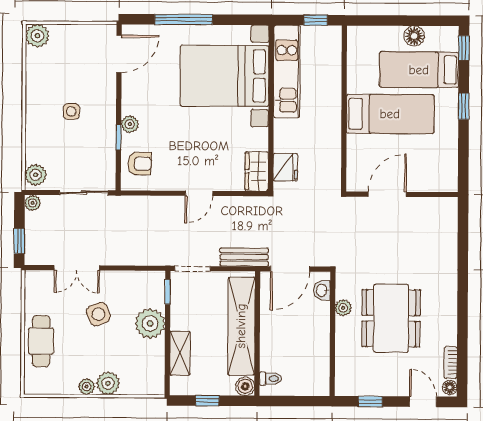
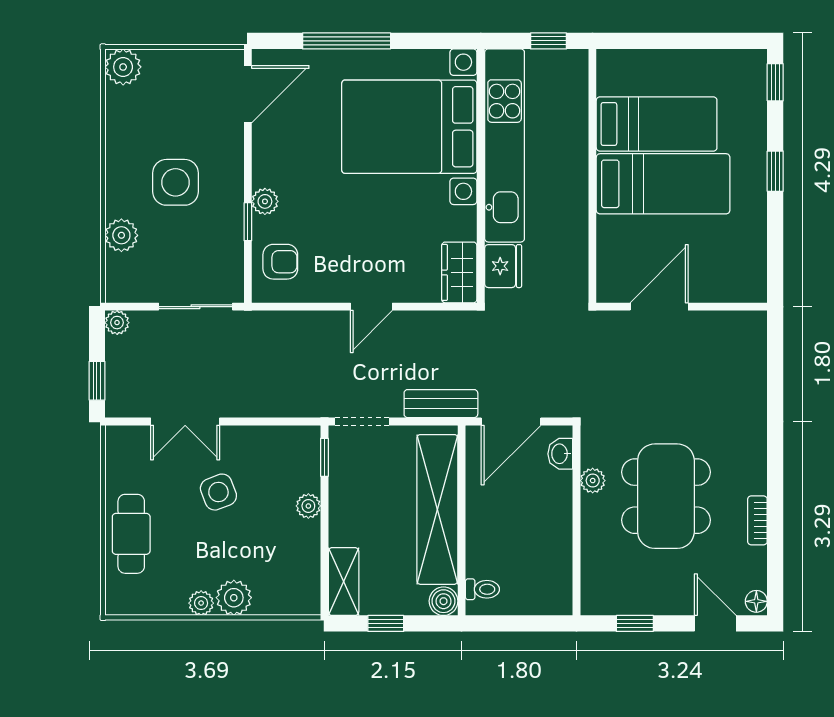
floor lamp: (414, 36) -> (699, 64), removed
bed: (419, 70) -> (657, 124), moved, turned 180
kitchen unit: (287, 72) -> (505, 145), width x1.36
side table: (71, 111) -> (175, 182), width x1.87, depth x1.87
plant: (36, 175) -> (121, 235), moved
plant: (150, 323) -> (308, 506), width x0.53, depth x0.53
shelving: (180, 353) -> (344, 582), moved
bookcase: (451, 363) -> (757, 520), moved

